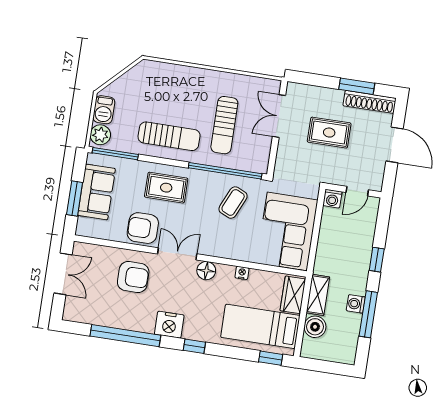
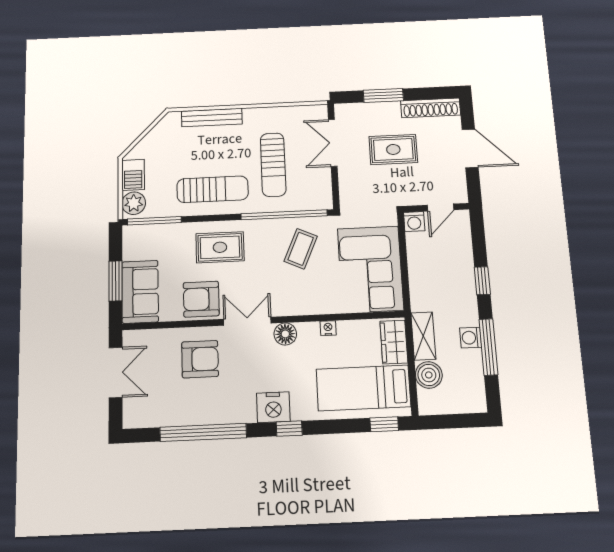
bench: (180, 72) -> (212, 118), added
window: (357, 86) -> (383, 95), moved
sofa: (97, 192) -> (140, 292), moved
nightstand: (169, 325) -> (273, 407), moved

